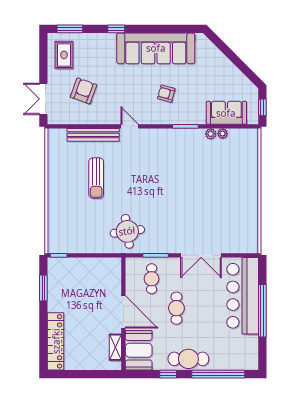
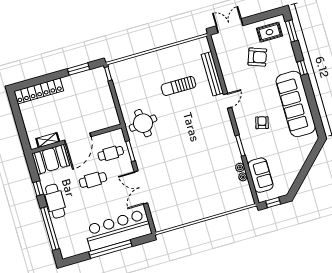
armchair: (84, 91) -> (257, 57), moved

